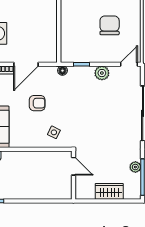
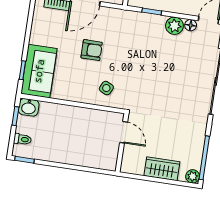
floor lamp: (62, 71) -> (191, 25), moved
plant: (135, 167) -> (193, 176), moved

